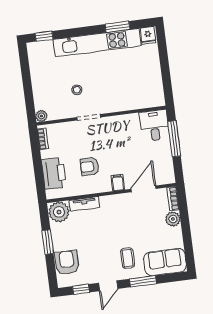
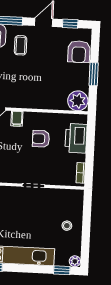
stool: (77, 90) -> (67, 226), moved
plant: (41, 116) -> (75, 261), moved
armchair: (90, 167) -> (41, 139), turned 180
tv unit: (84, 204) -> (52, 104), removed

